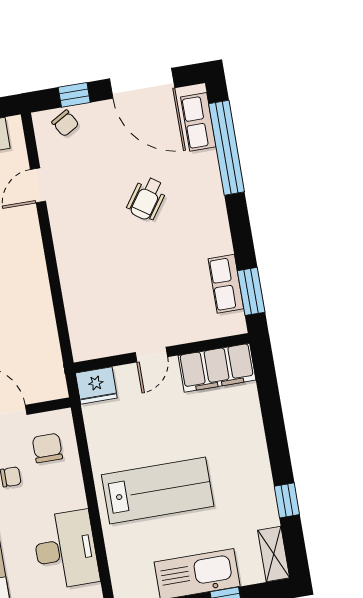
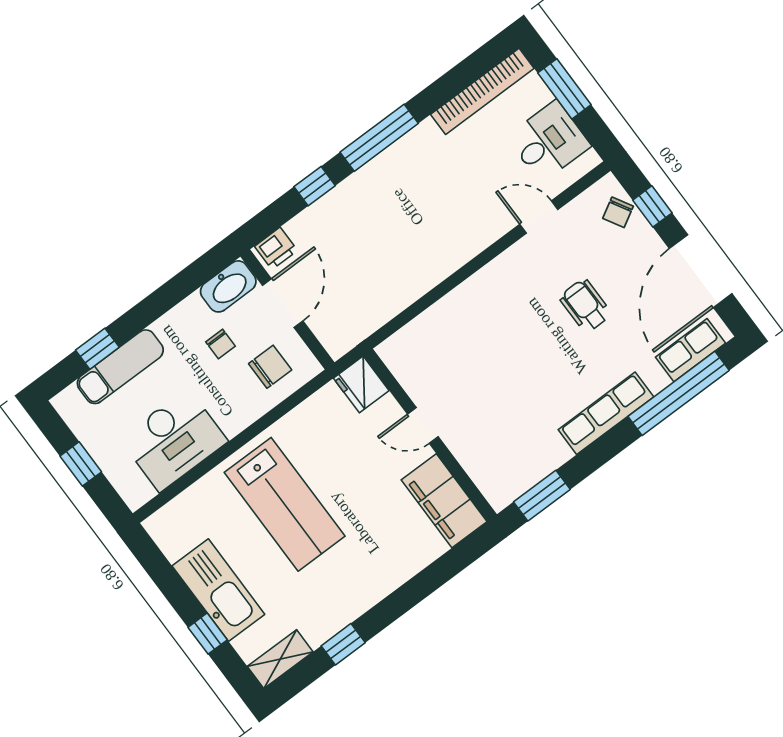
wheelchair: (147, 199) -> (585, 306), moved, turned 55
row of seats: (226, 284) -> (606, 413), moved, width x1.48

